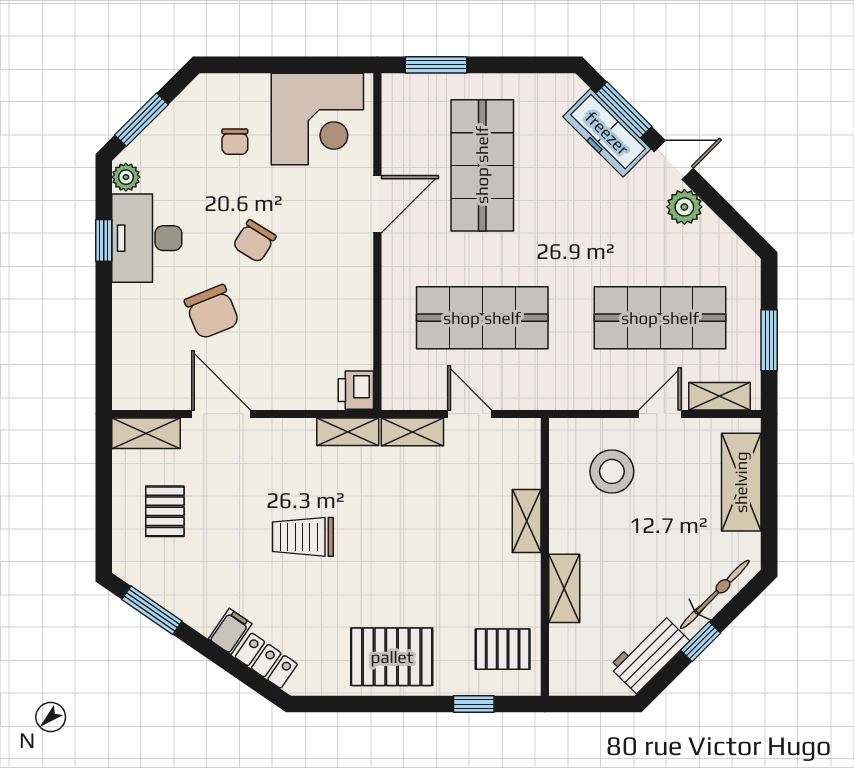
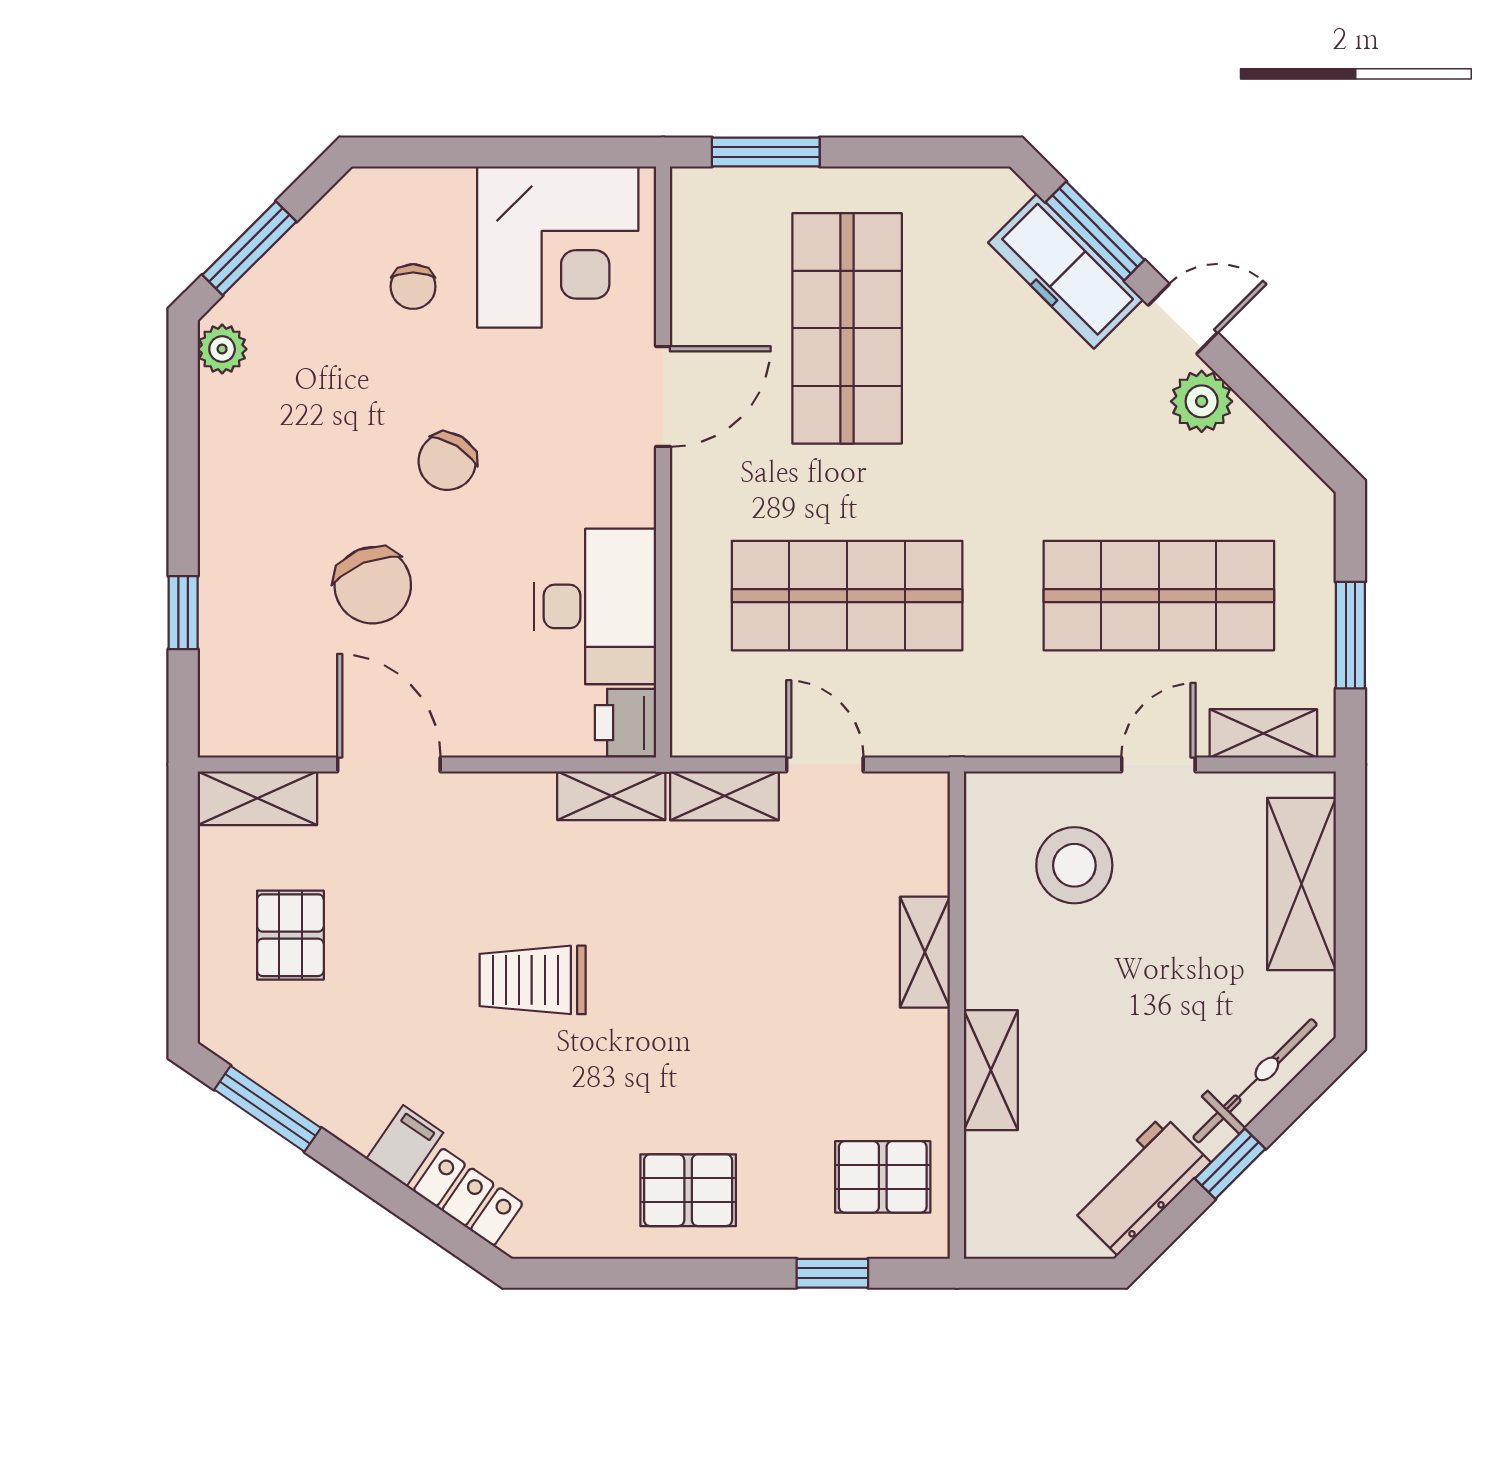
desk: (147, 238) -> (595, 606), moved, turned 180
window: (104, 240) -> (183, 613), moved
pallet: (392, 657) -> (688, 1190), width x0.67, depth x0.71

